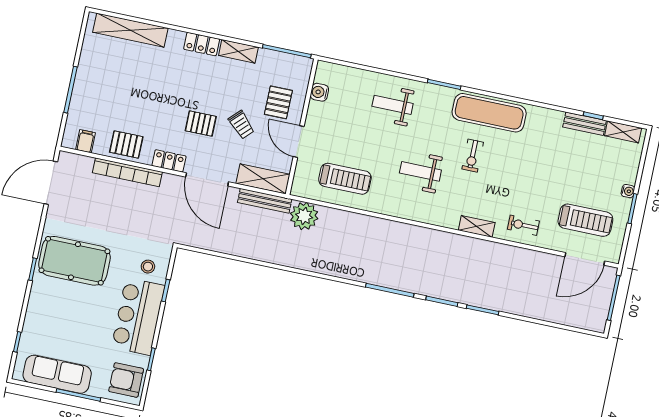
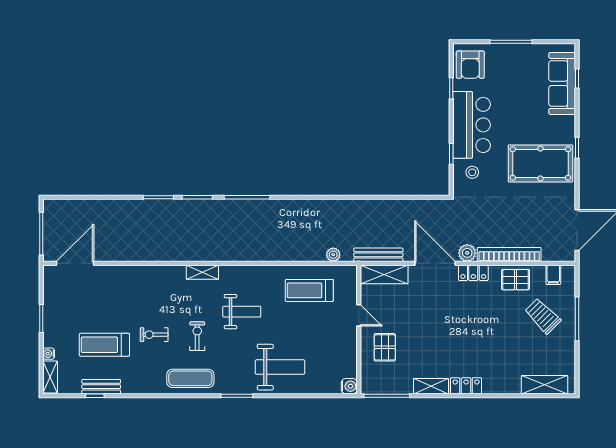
shelving: (130, 30) -> (545, 385), width x0.68
water cooler: (319, 92) -> (349, 386), moved
weight bench: (393, 105) -> (280, 367), width x1.36, depth x1.33
exercise mat: (489, 113) -> (190, 378), width x0.73, depth x0.69
pallet: (201, 124) -> (452, 313), removed
trolley: (241, 125) -> (543, 316), moved, width x1.36, depth x1.39
shelving: (623, 132) -> (50, 377), moved, turned 90
door: (299, 142) -> (359, 315), width x0.73
plant: (171, 183) -> (467, 253), added
water cooler: (628, 191) -> (49, 354), moved
plant: (304, 216) -> (333, 255), width x0.53, depth x0.53
treadmill: (585, 220) -> (104, 345), moved
exercise bike: (523, 225) -> (154, 335), moved, turned 180
shelving: (477, 226) -> (202, 272), moved
sofa: (57, 374) -> (562, 83), moved, turned 90
armchair: (126, 380) -> (470, 65), turned 90

